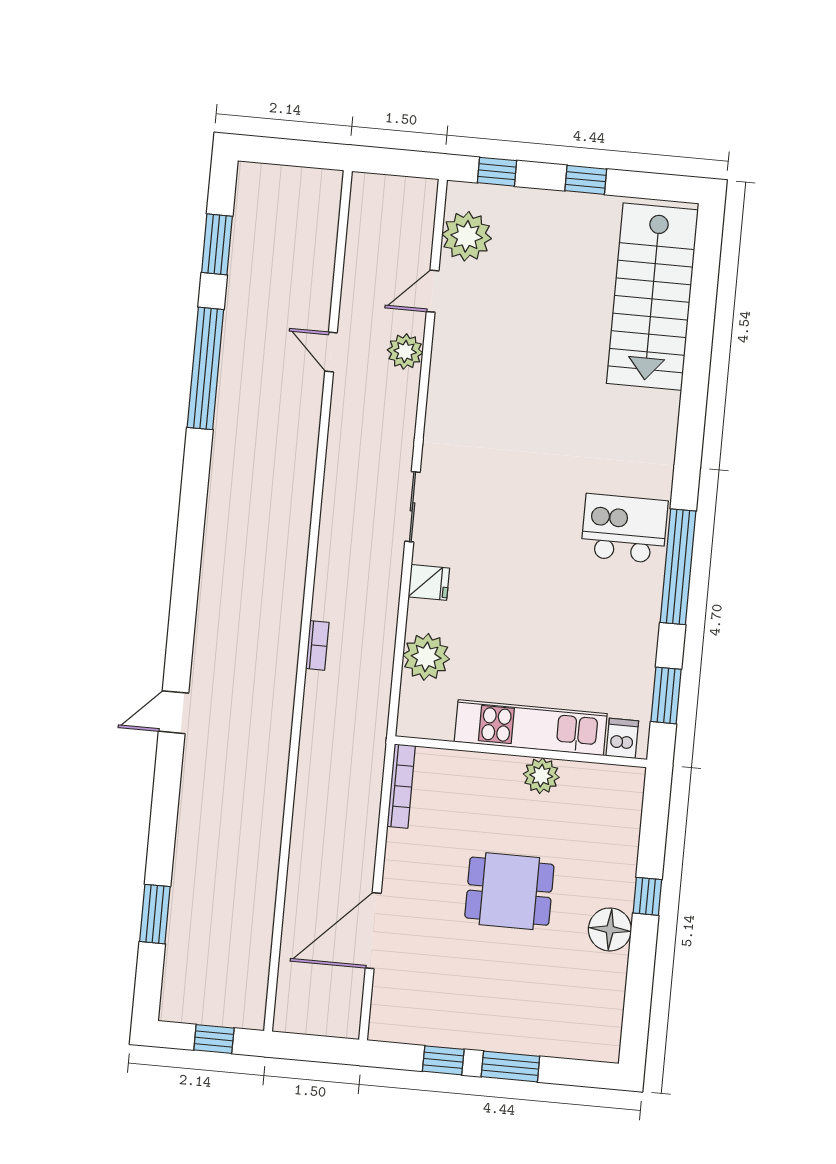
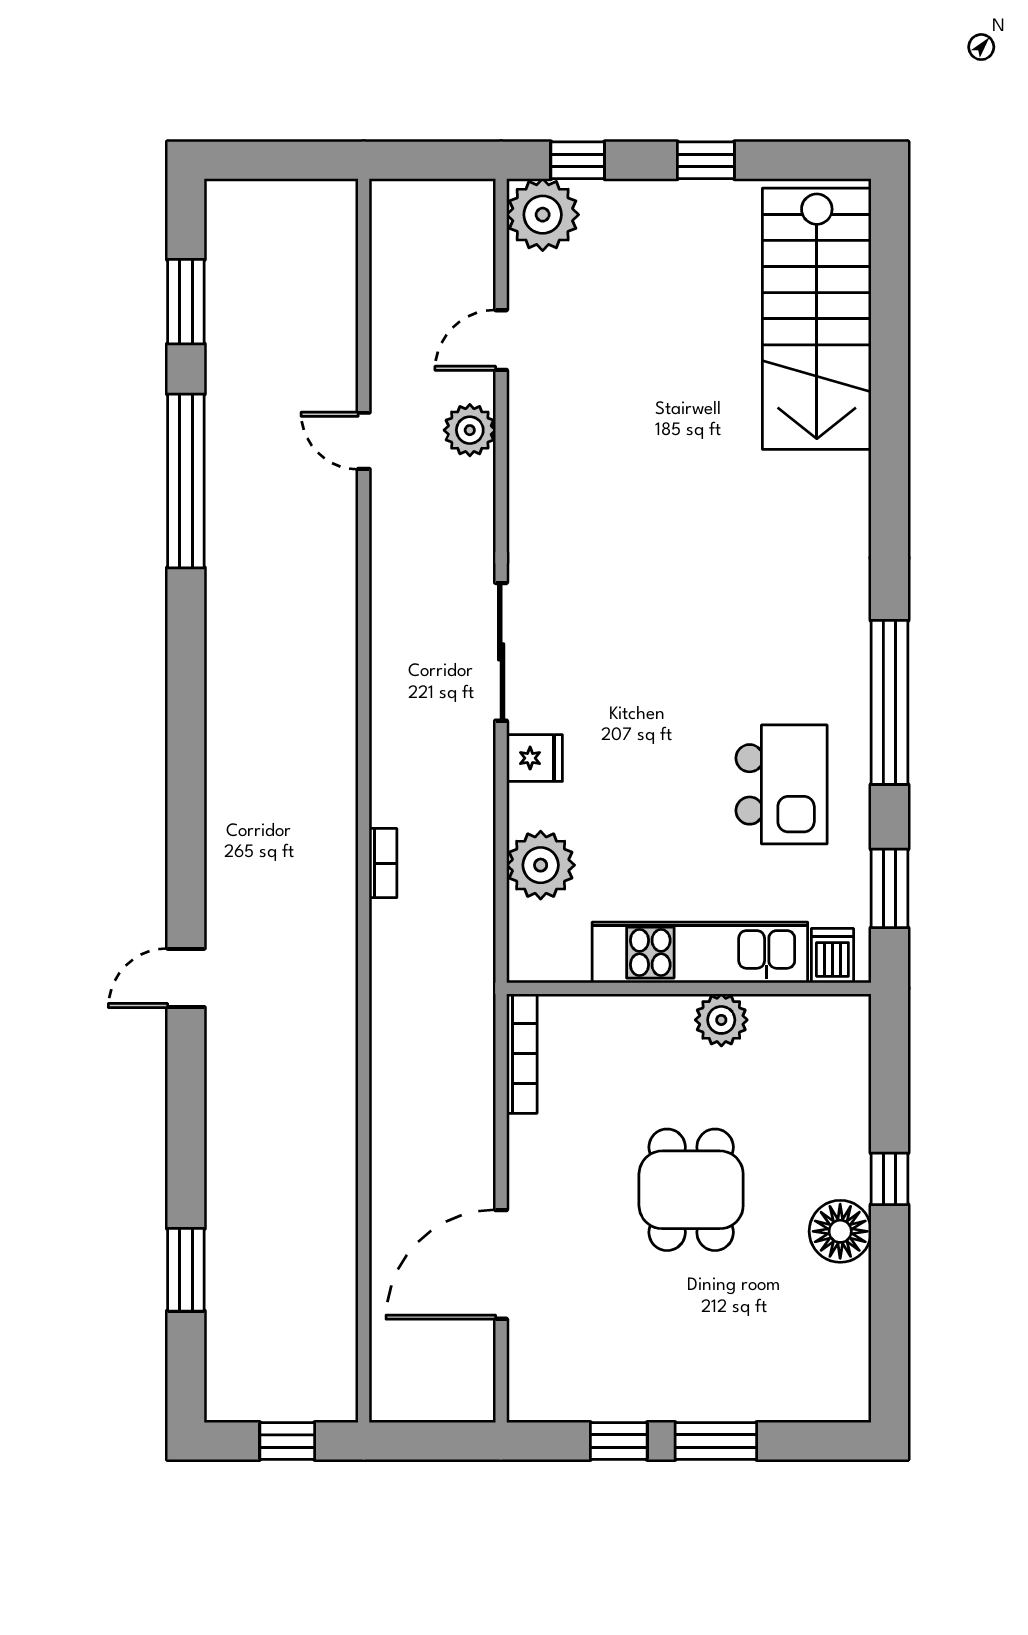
plant: (467, 236) -> (543, 215), moved
sliding door: (412, 507) -> (501, 652), width x1.37
kitchen island: (624, 529) -> (781, 784), moved, turned 90
dining table: (509, 891) -> (691, 1190), turned 90

